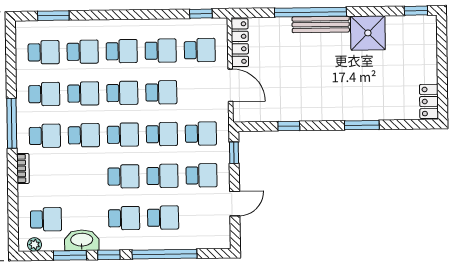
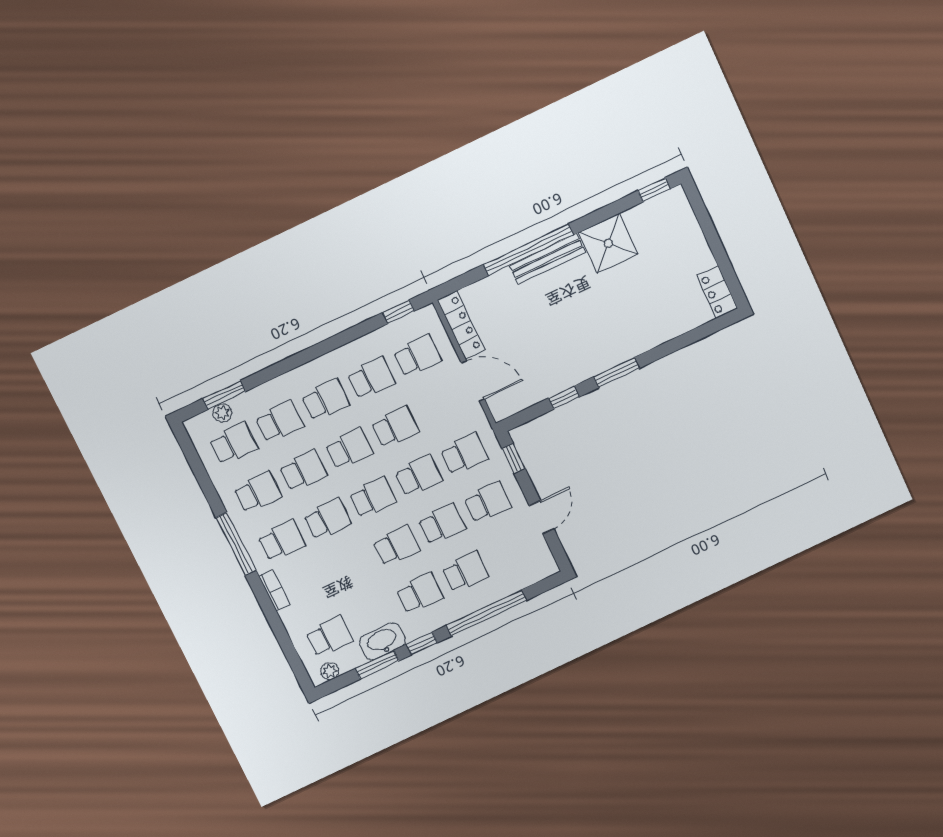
plant: (46, 27) -> (222, 413), added
window: (362, 125) -> (616, 373), moved

